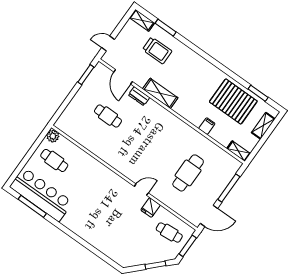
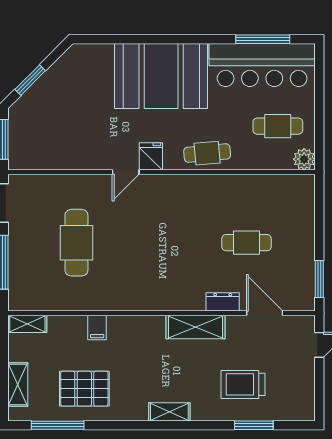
shelving: (142, 20) -> (169, 412), moved
window: (258, 93) -> (58, 425), width x1.44
pallet: (233, 101) -> (84, 389), width x0.73, depth x0.71
fridge: (151, 207) -> (151, 156), moved
booth: (92, 223) -> (161, 76), added
cafe table: (169, 233) -> (207, 153), moved

